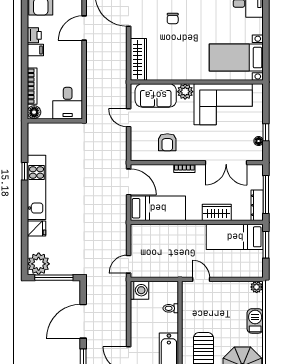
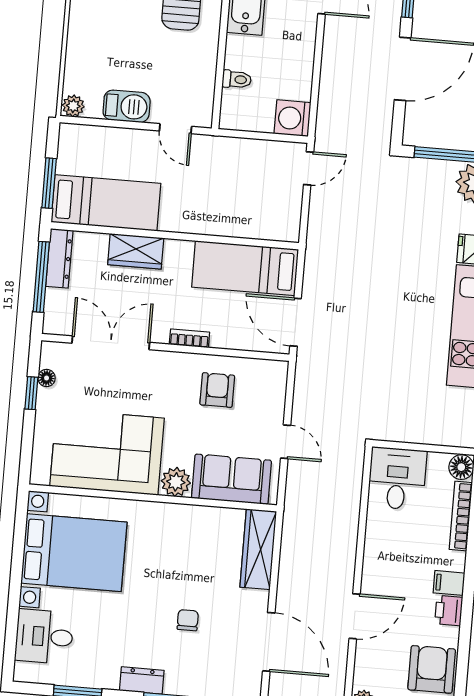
bed with nightstands: (236, 58) -> (74, 553), width x1.36
barbecue: (255, 321) -> (127, 106), moved, turned -90

